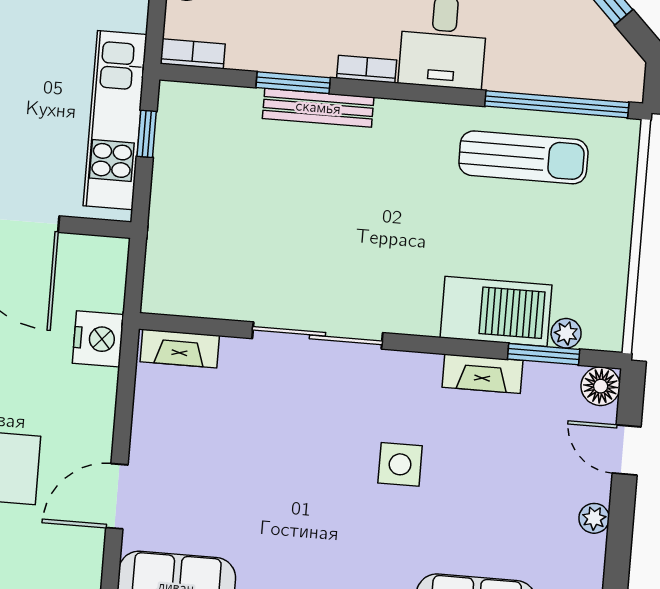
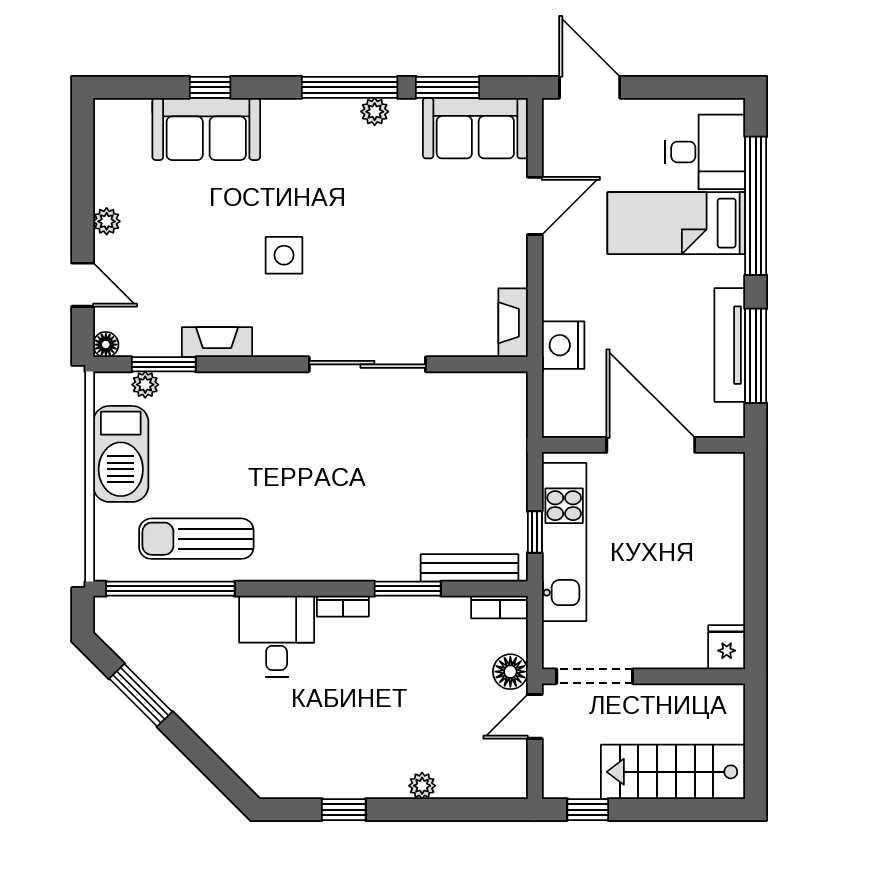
bench: (318, 108) -> (469, 568), moved
barbecue: (496, 311) -> (121, 454), moved, turned -90
fireplace: (180, 349) -> (513, 323), moved, turned -90
floor lamp: (601, 386) -> (106, 345), width x0.73, depth x0.73

